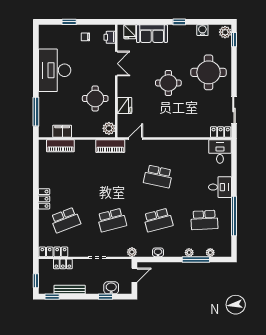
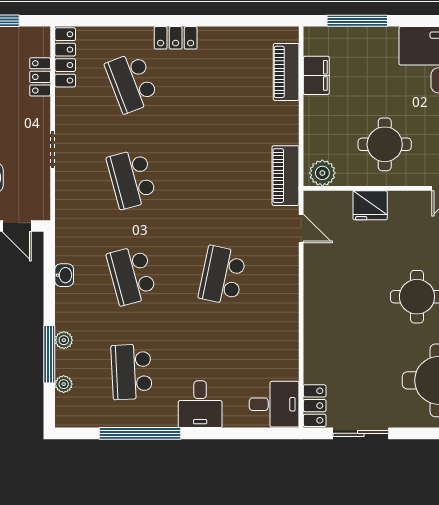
plant: (132, 252) -> (65, 221), removed

